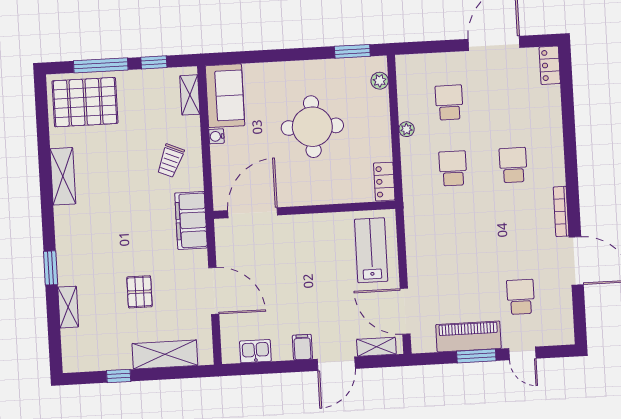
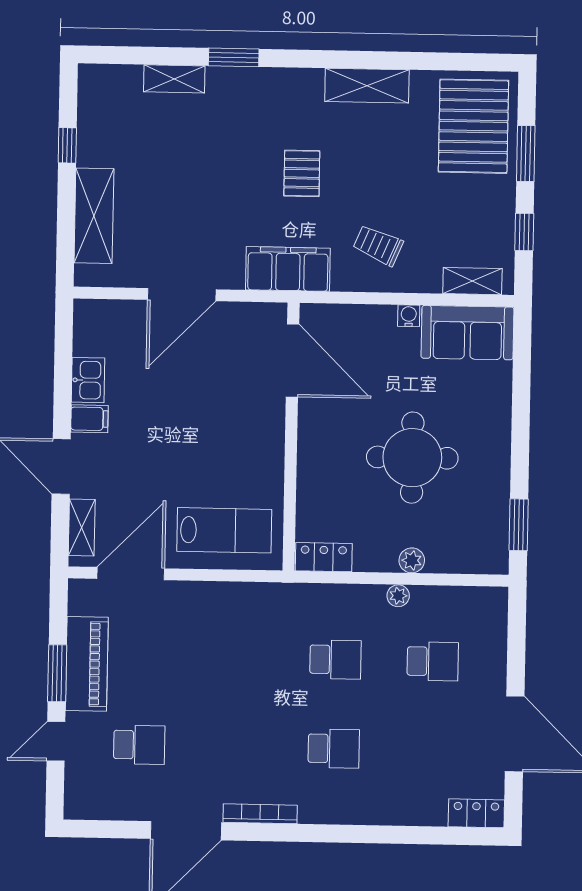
window: (101, 65) -> (526, 153), width x0.69
plant: (380, 81) -> (412, 560), moved
pallet: (140, 292) -> (302, 173), moved, turned 90
kitchen sink: (255, 351) -> (88, 380), moved

